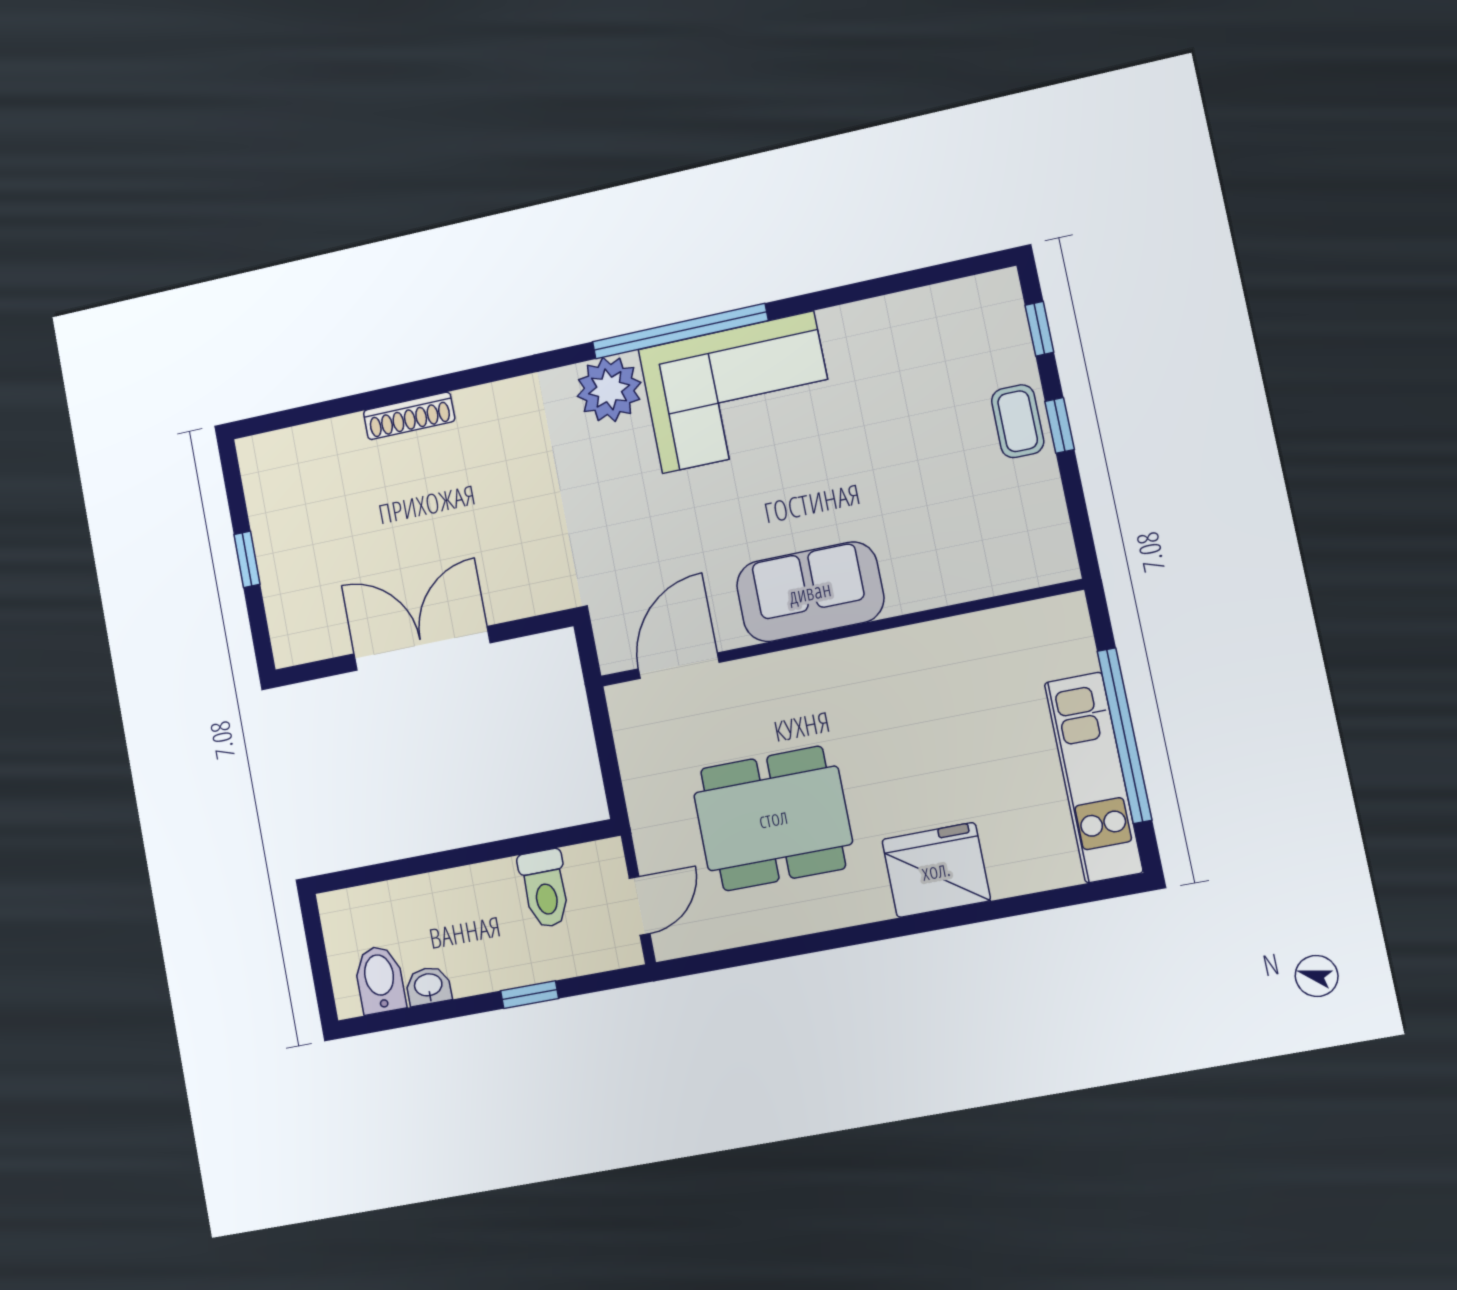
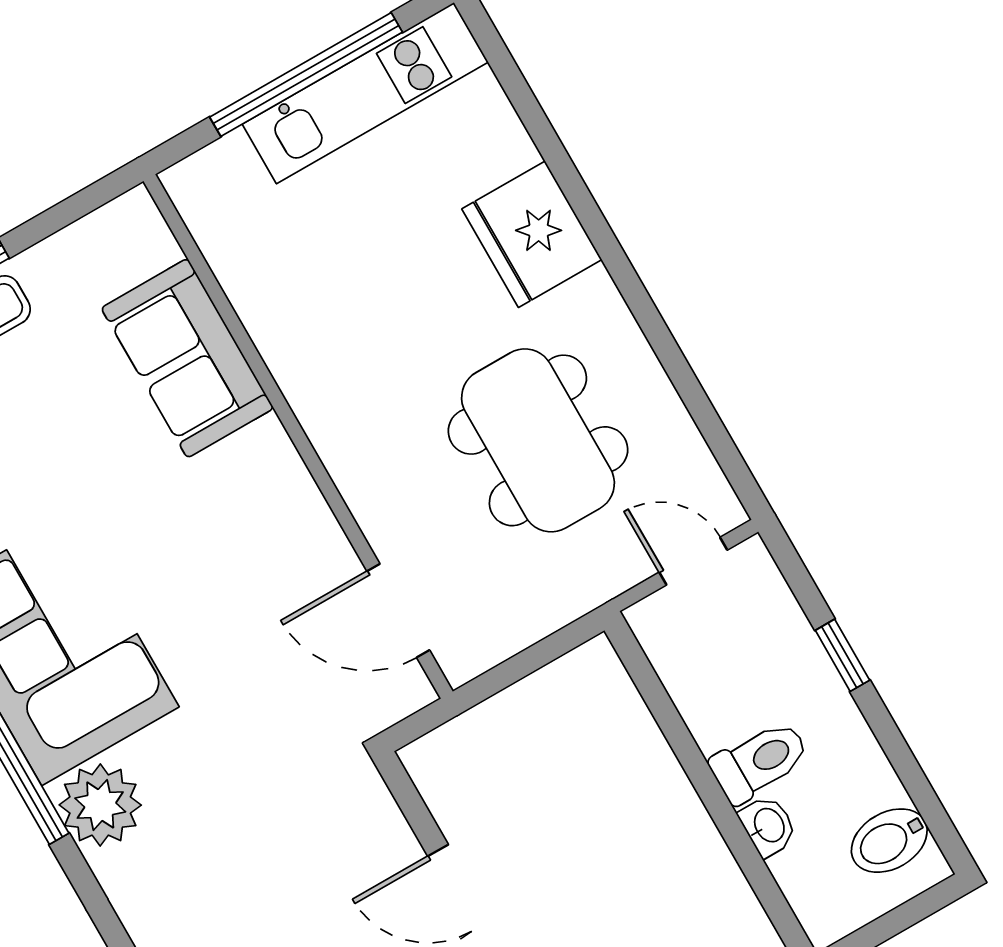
sofa: (810, 592) -> (187, 358), moved
toilet: (545, 889) -> (760, 761), moved
washbasin: (428, 986) -> (768, 826), moved, turned 180

